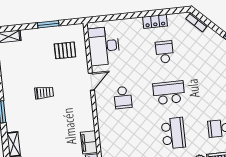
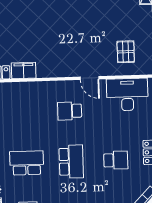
trolley: (44, 93) -> (81, 26), removed
school desk: (173, 133) -> (27, 163), turned 180

